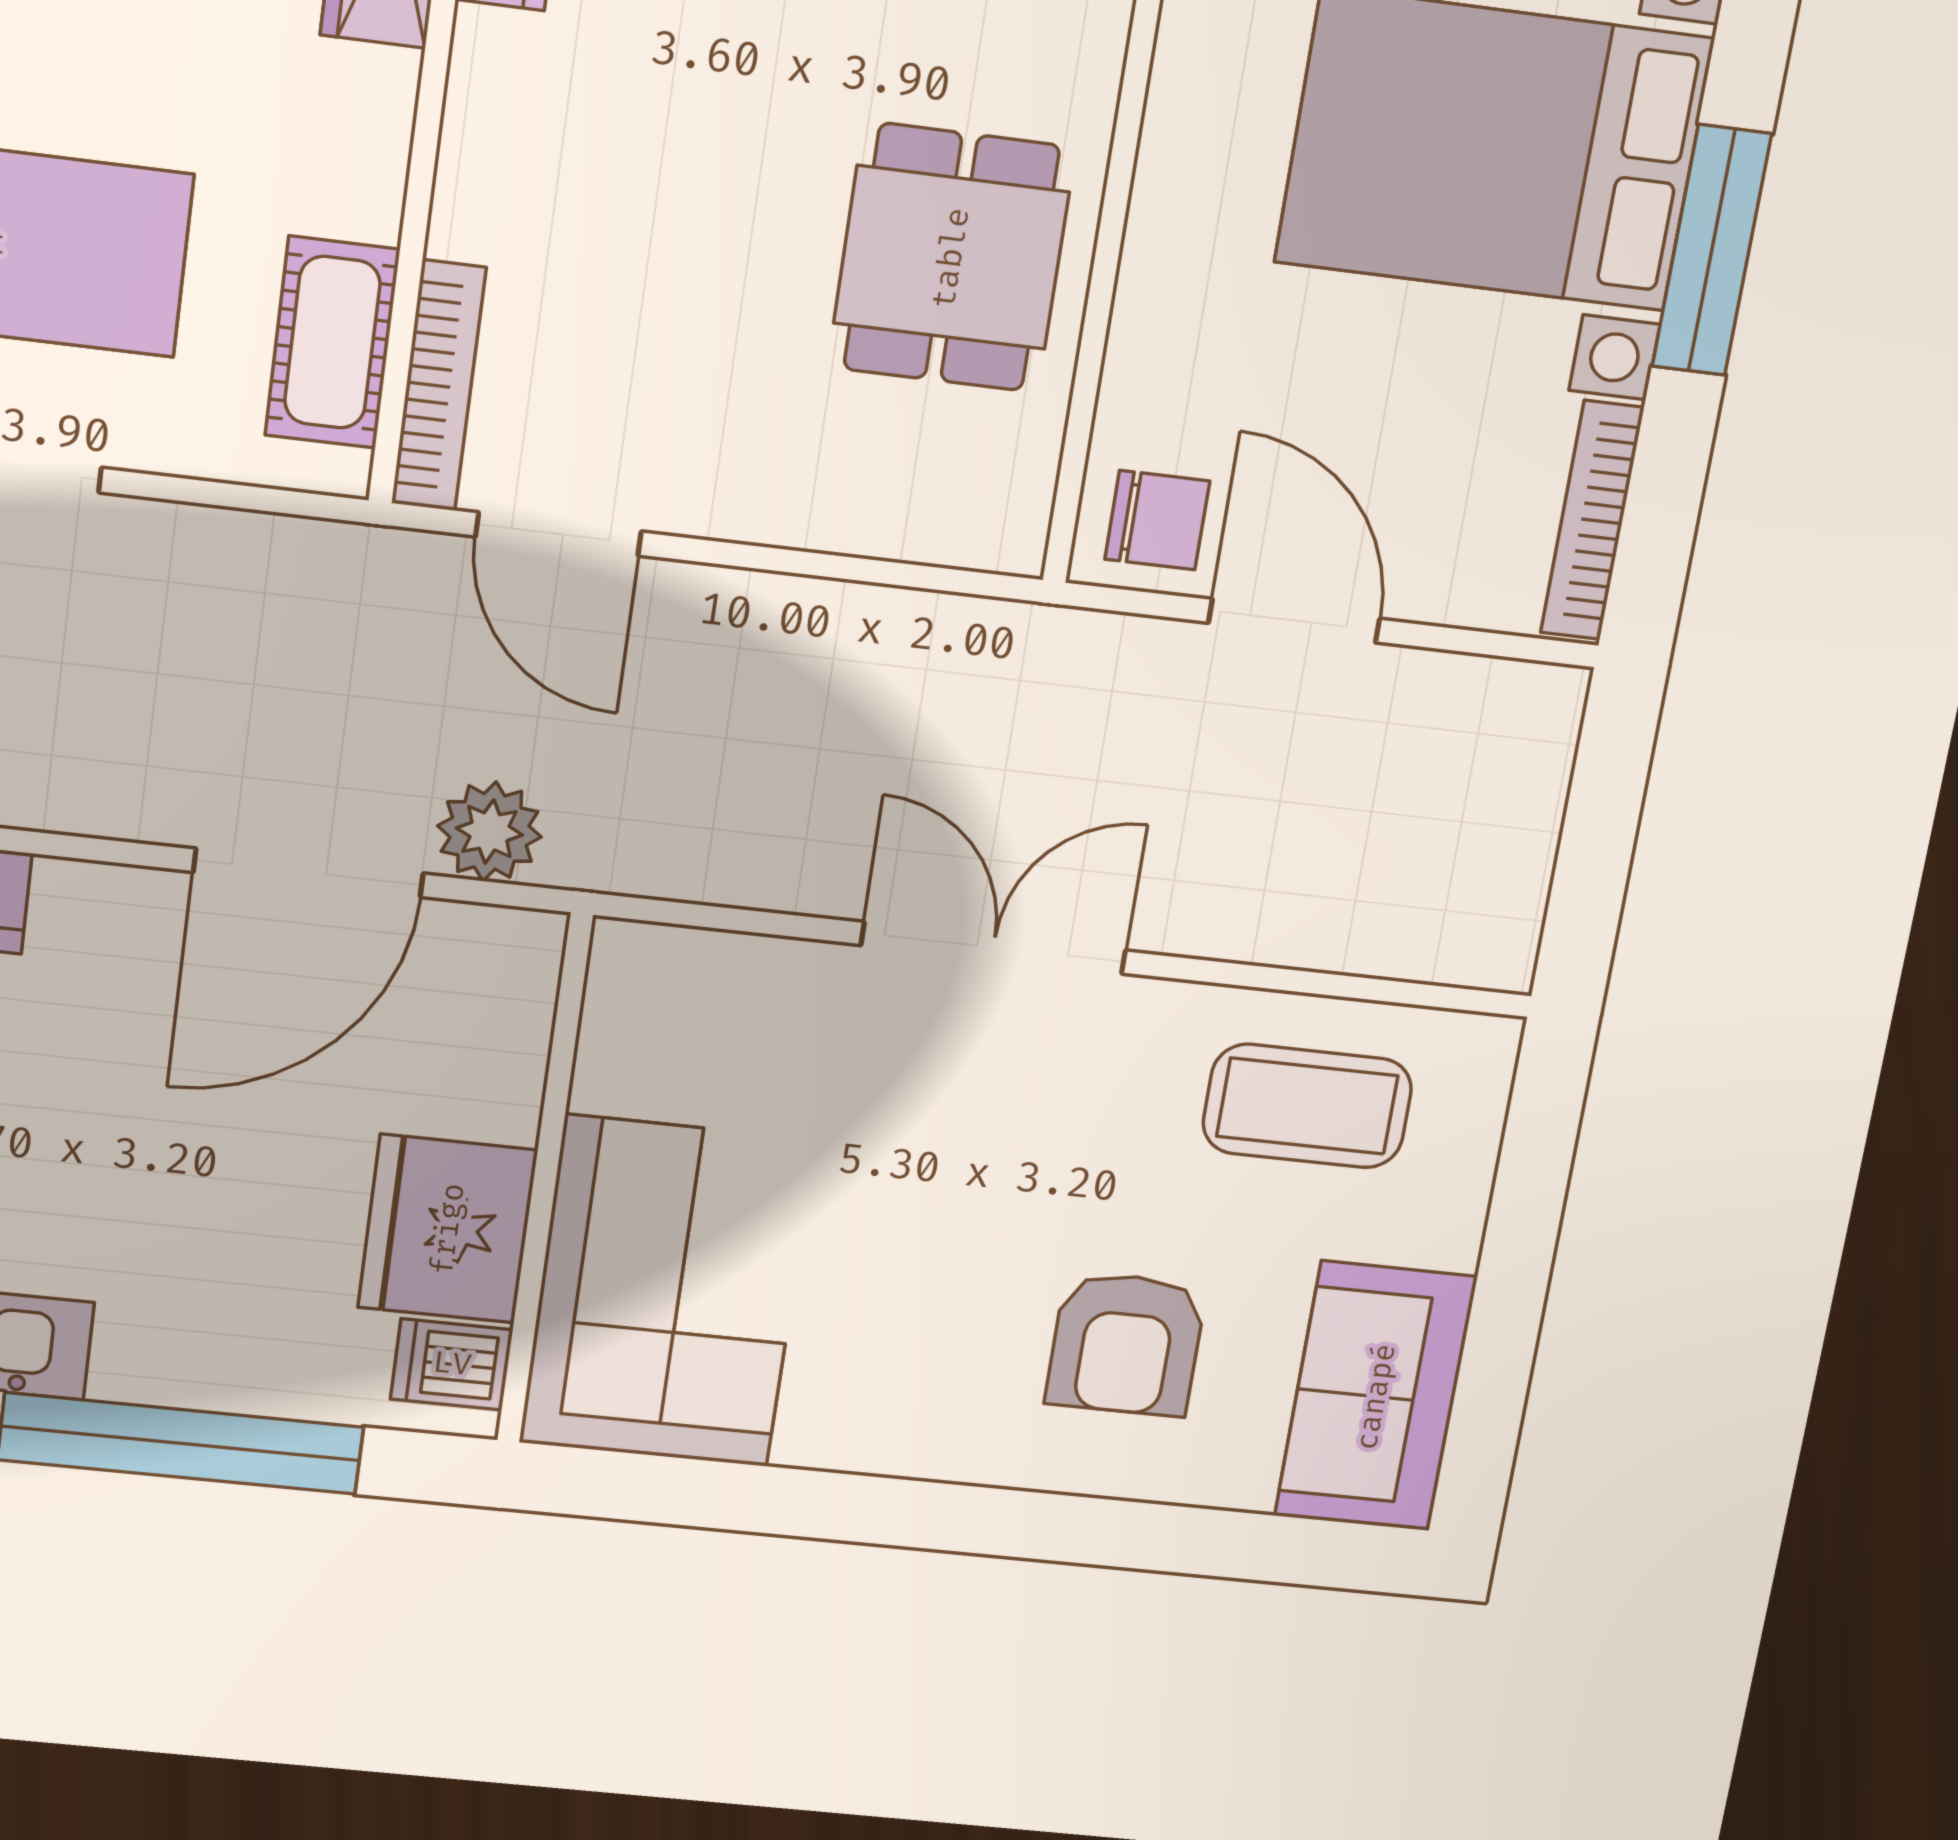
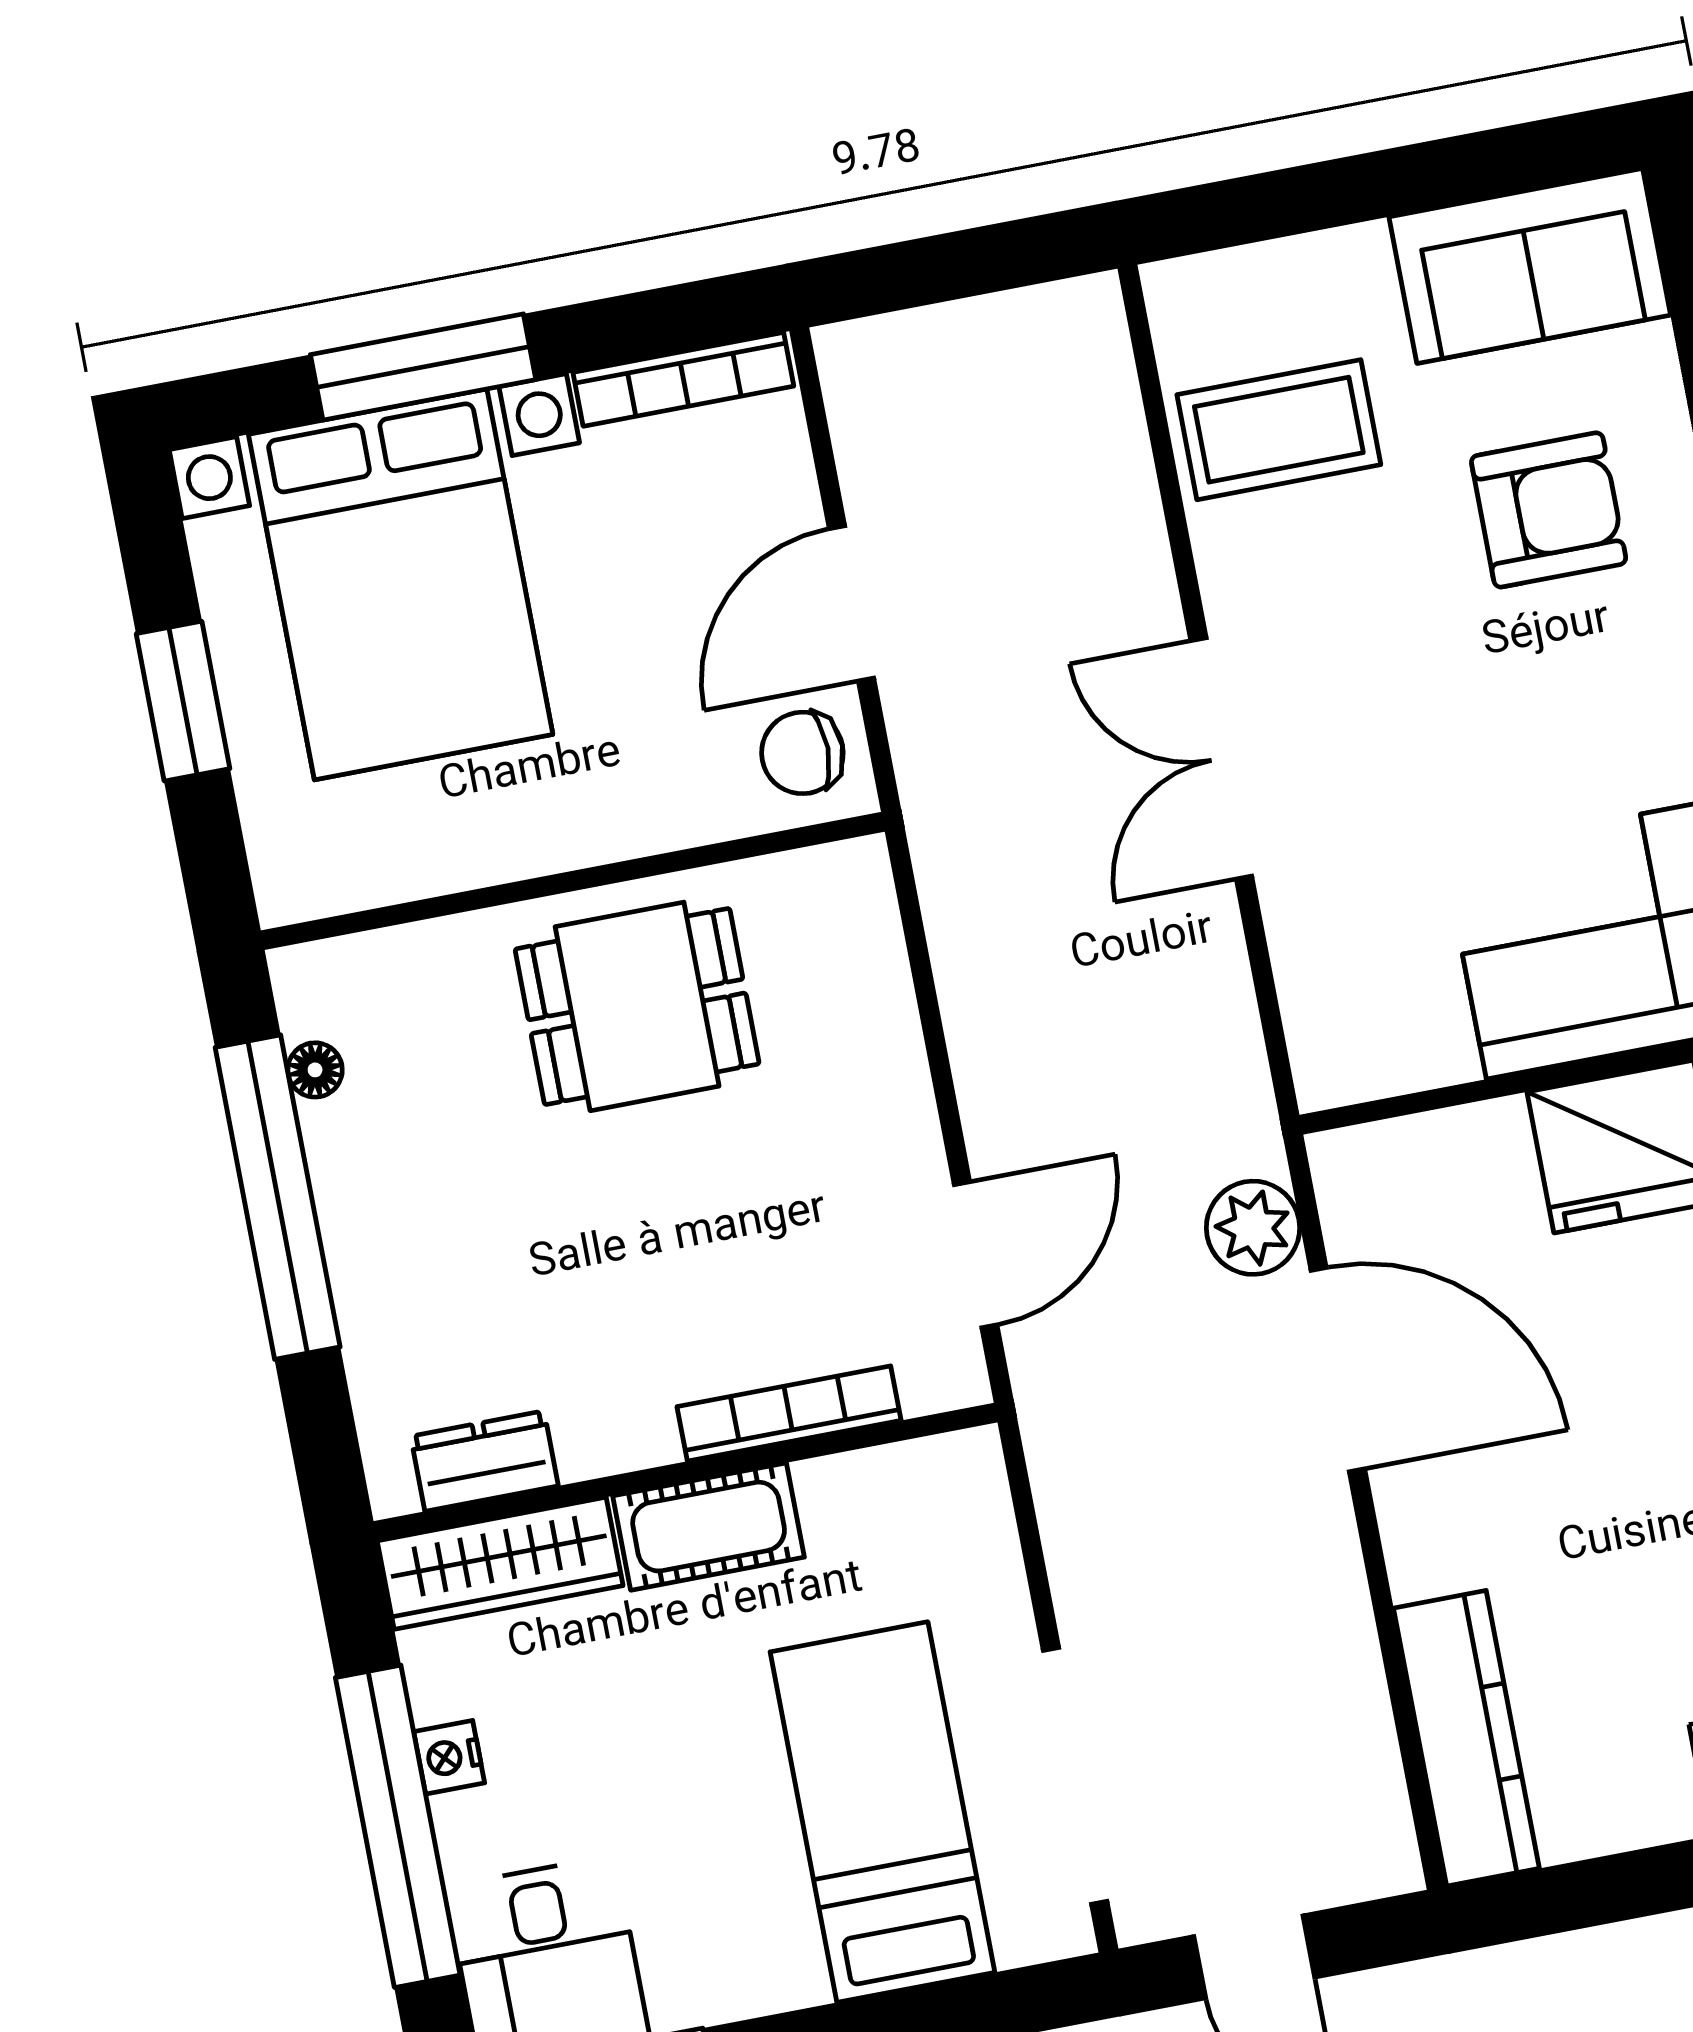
cot: (332, 342) -> (709, 1527), moved
bookcase: (439, 386) -> (789, 1413), moved
chair: (1157, 520) -> (802, 753), turned -90
coffee table: (1307, 1106) -> (1279, 430), turned 90

